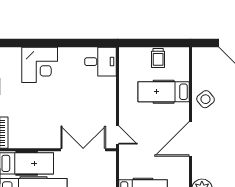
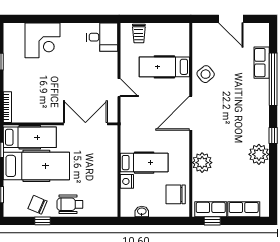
trolley: (158, 58) -> (139, 33), moved
door: (117, 135) -> (119, 88), moved

